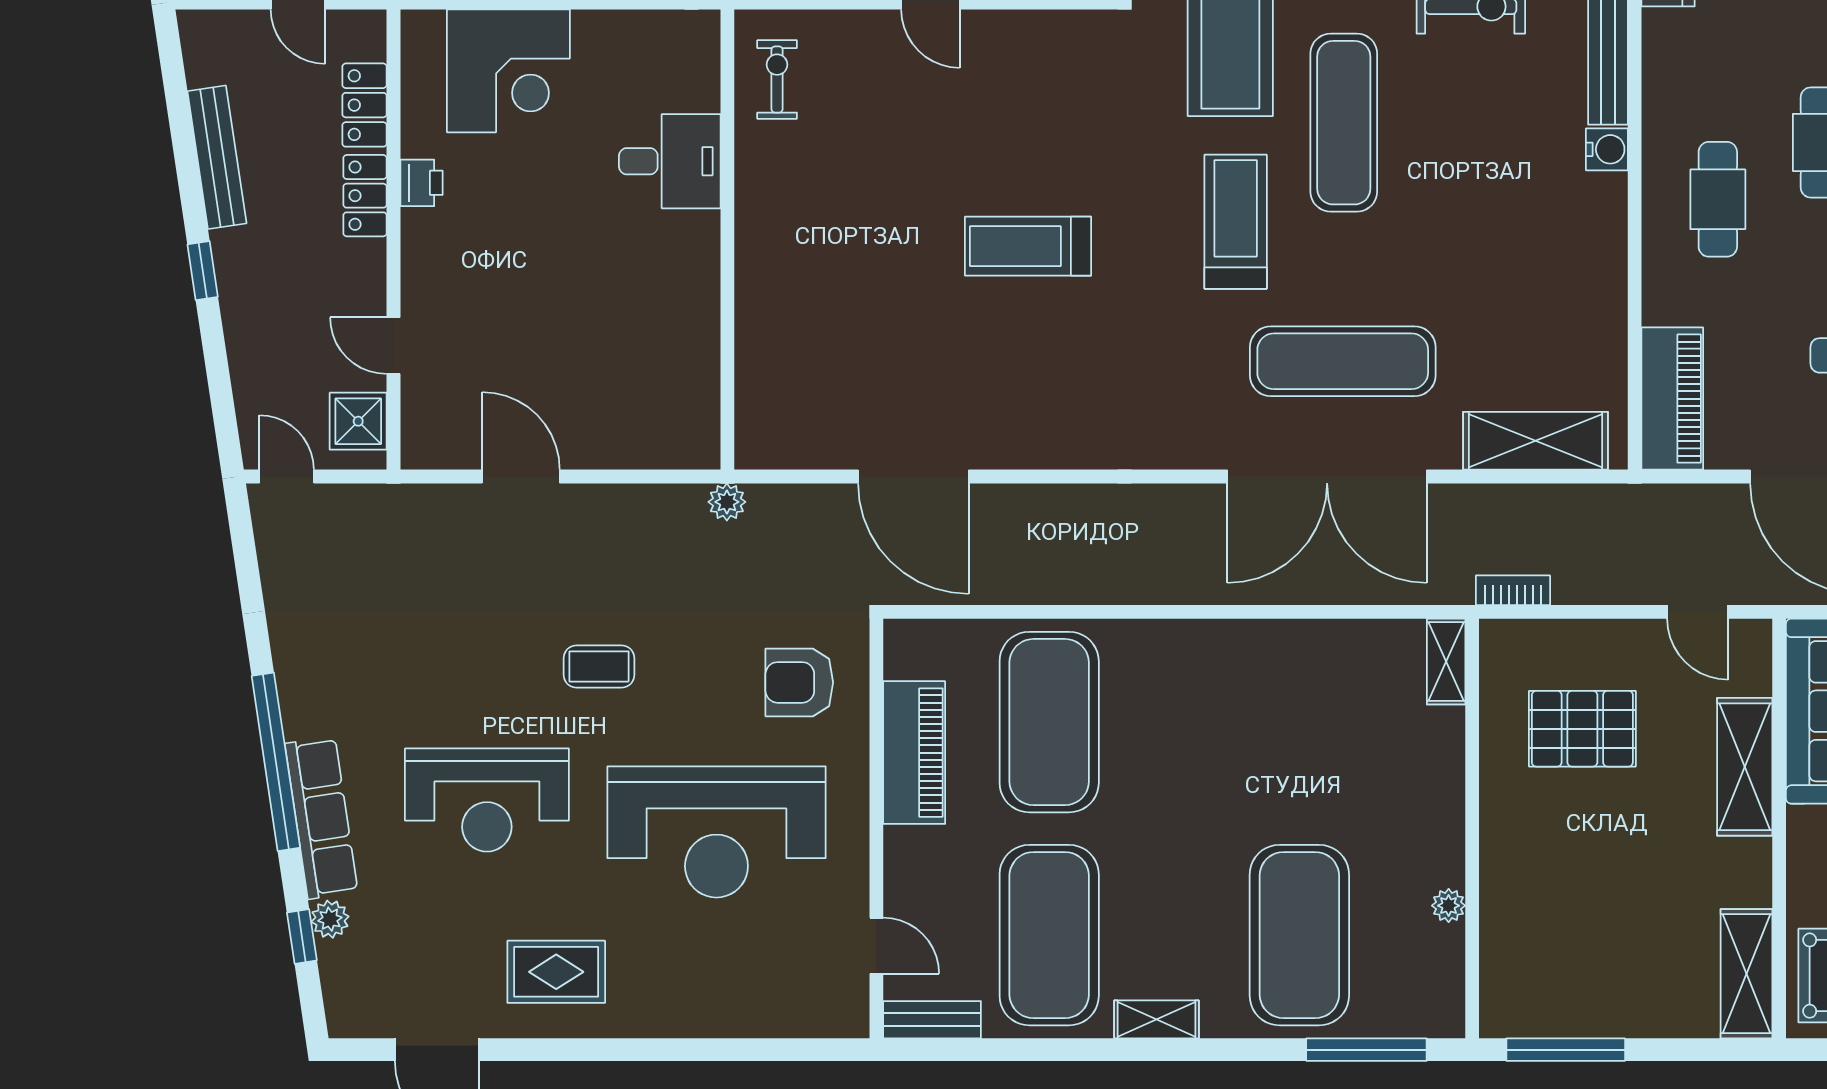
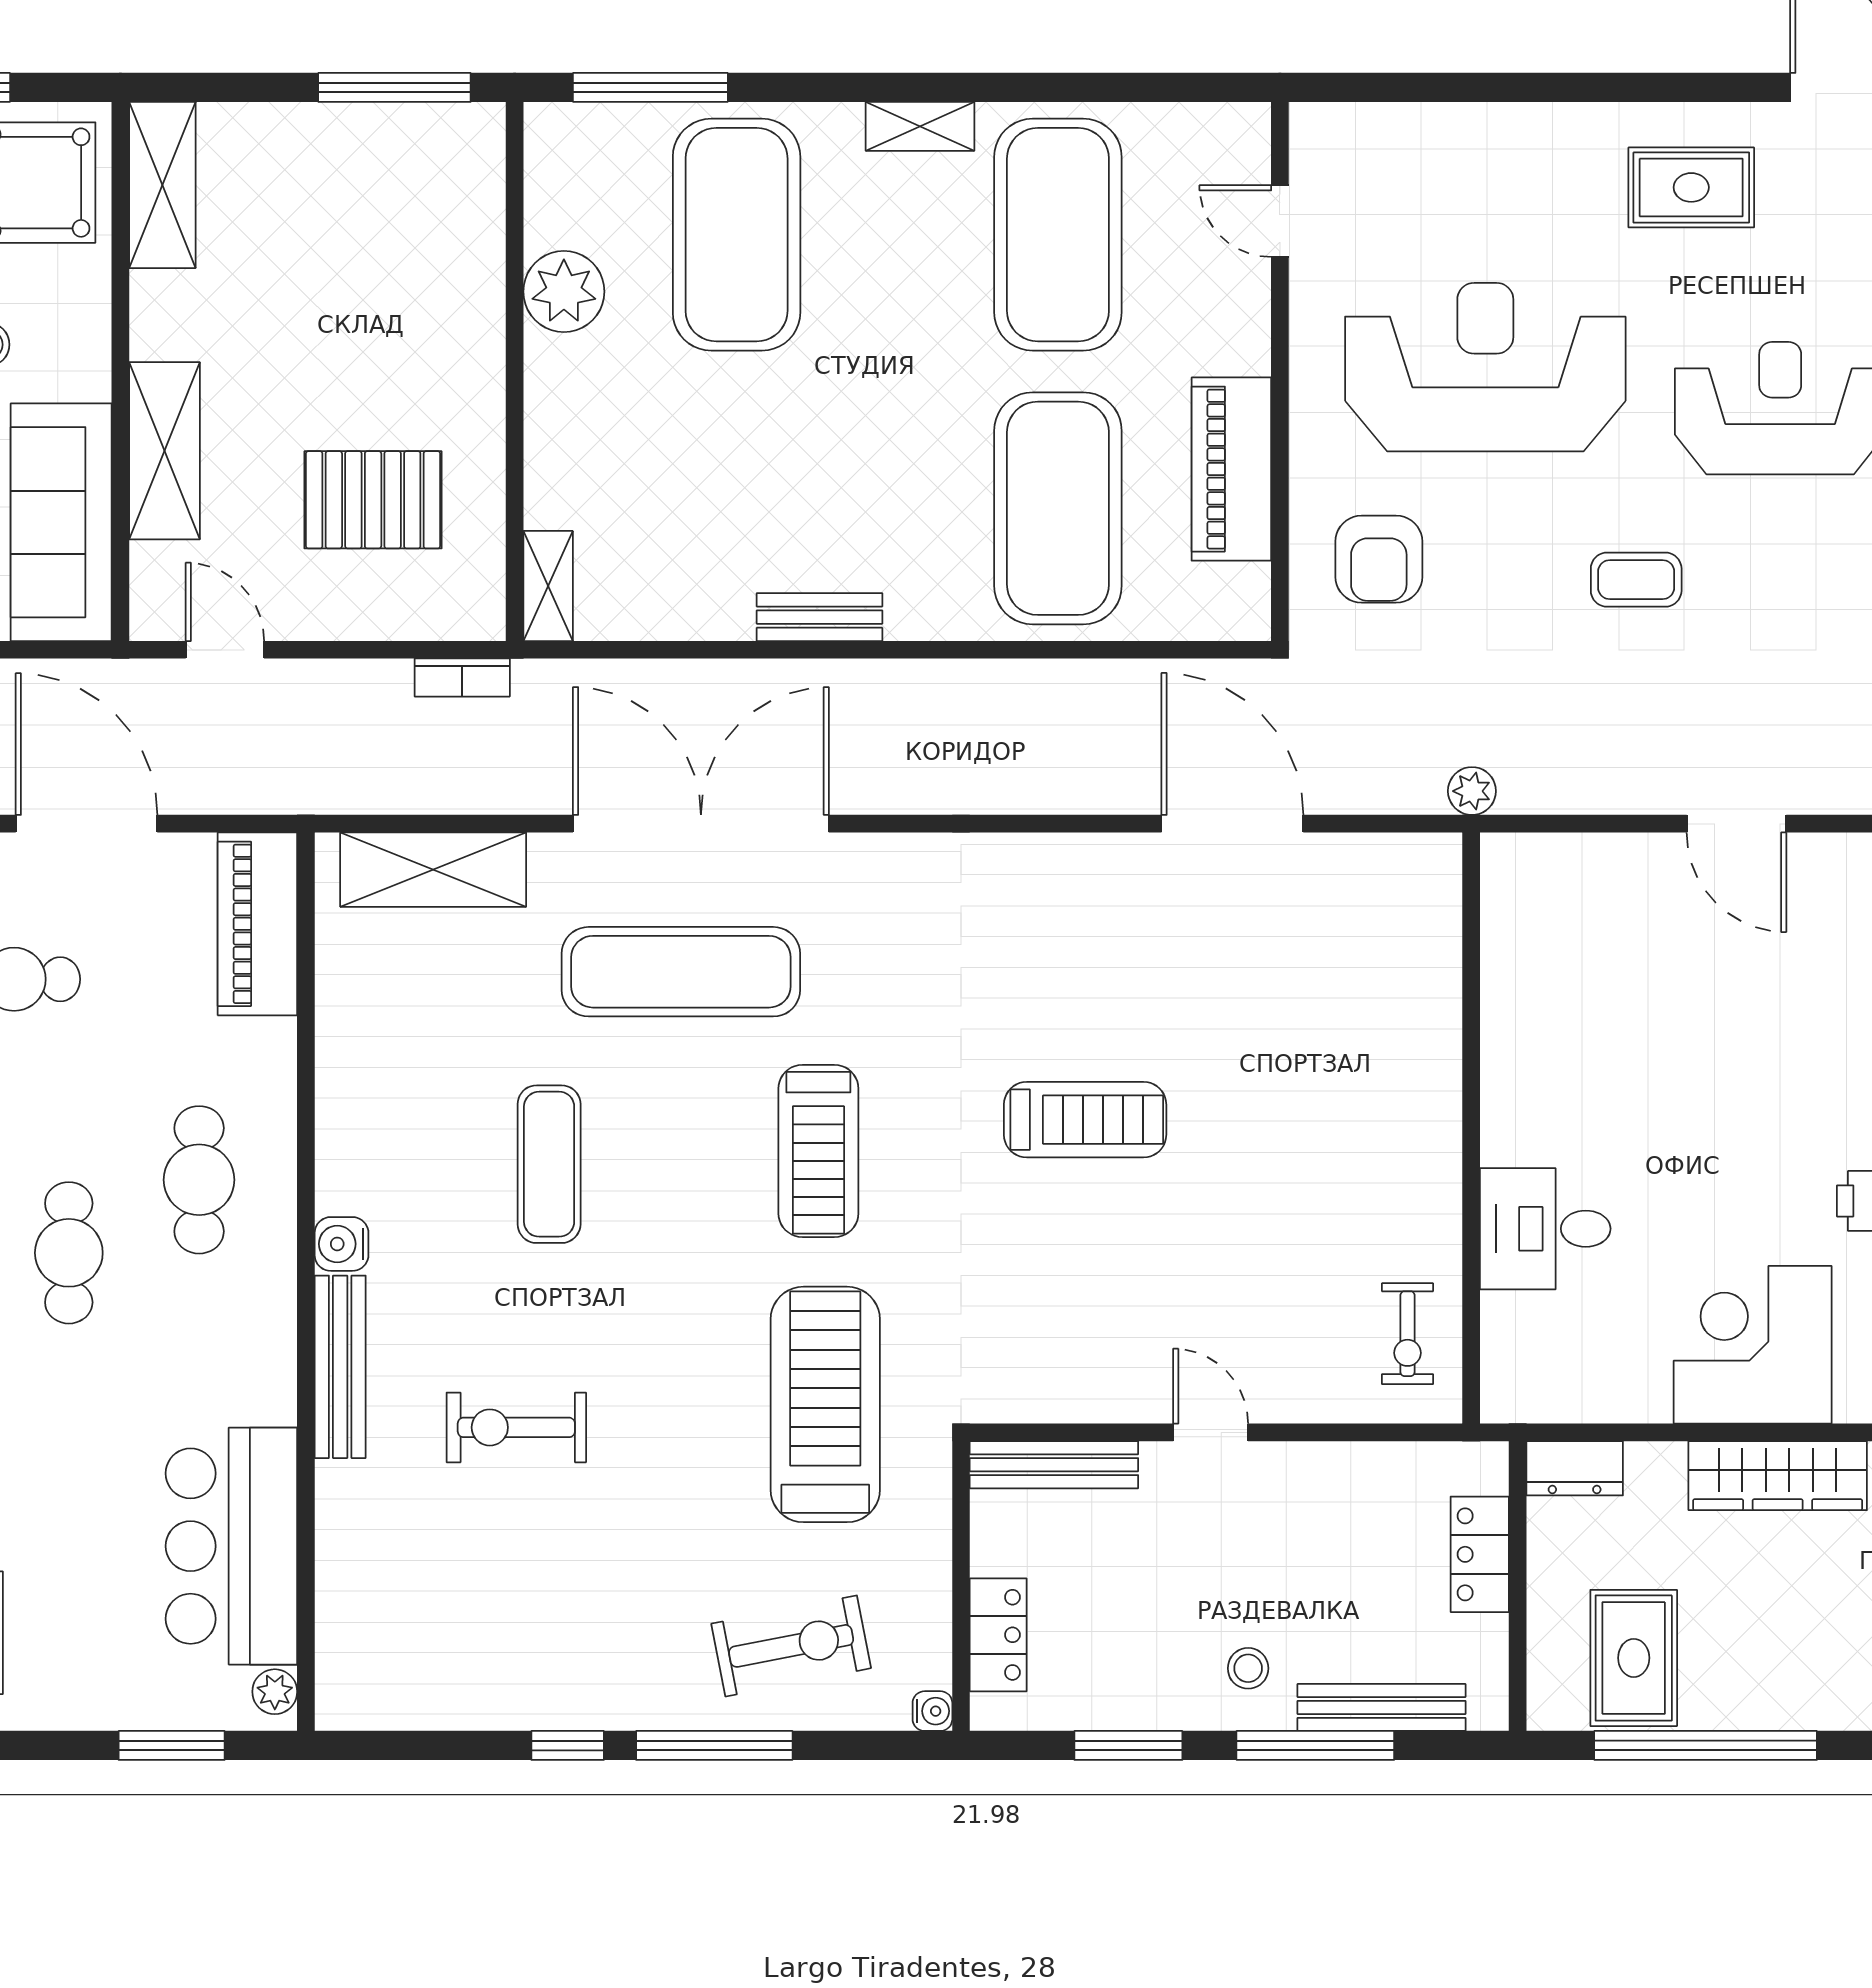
exercise mat: (1344, 123) -> (549, 1164), moved, width x0.73, depth x0.69
armchair: (799, 682) -> (1379, 559), turned 90
plant: (1449, 906) -> (564, 292), width x1.88, depth x1.88
bench: (932, 1020) -> (819, 617), moved

